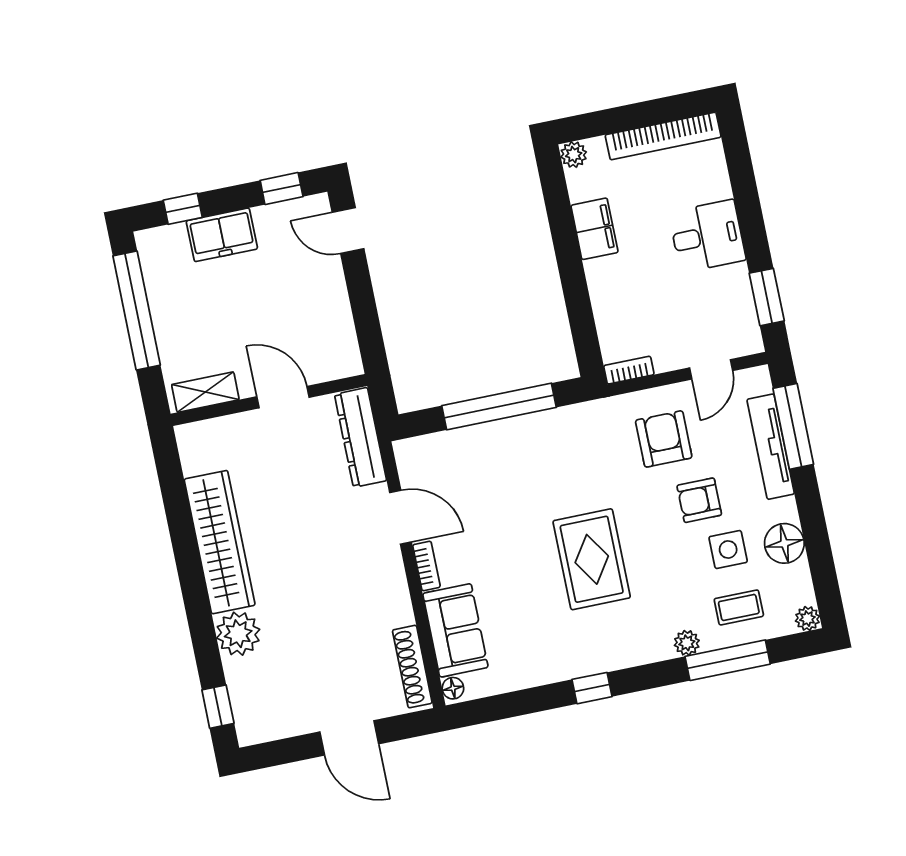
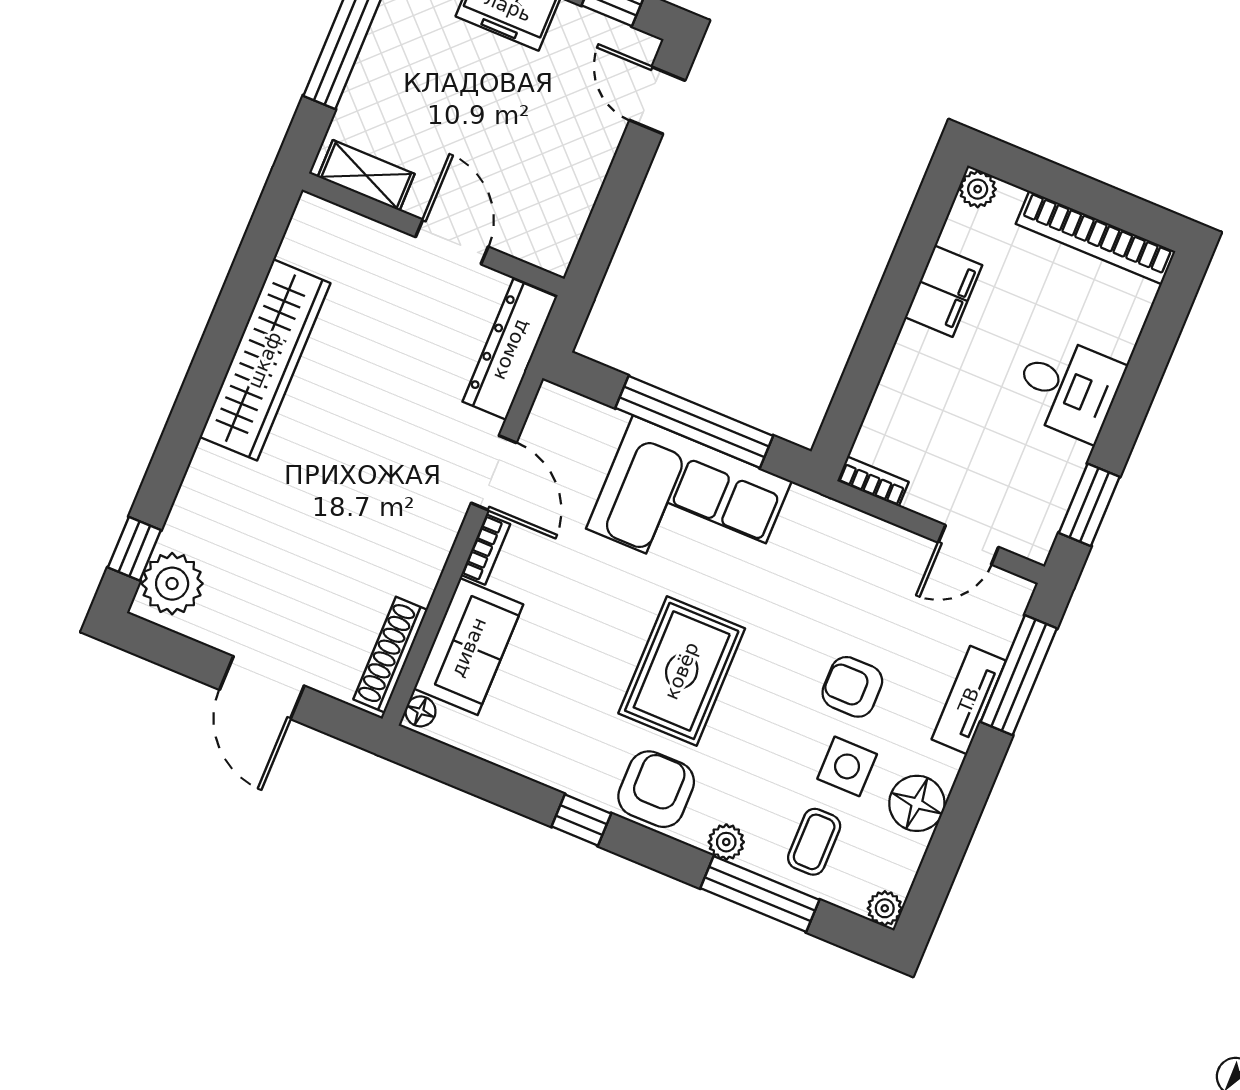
armchair: (664, 439) -> (656, 789), moved
tv unit: (771, 447) -> (969, 700), width x0.71
corner sofa: (529, 458) -> (689, 505), added
coffee table: (739, 607) -> (814, 842), turned 90
plant: (238, 634) -> (172, 584), moved

